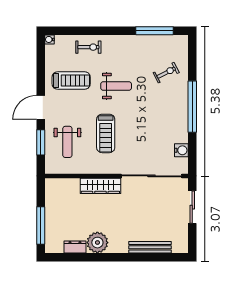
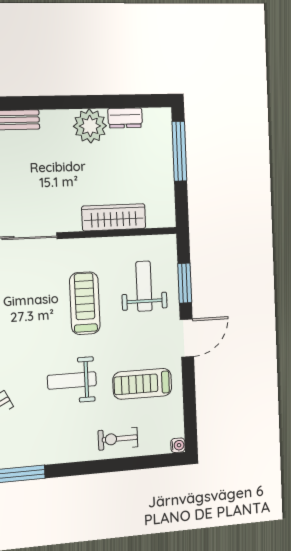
wardrobe: (100, 186) -> (114, 217), moved

